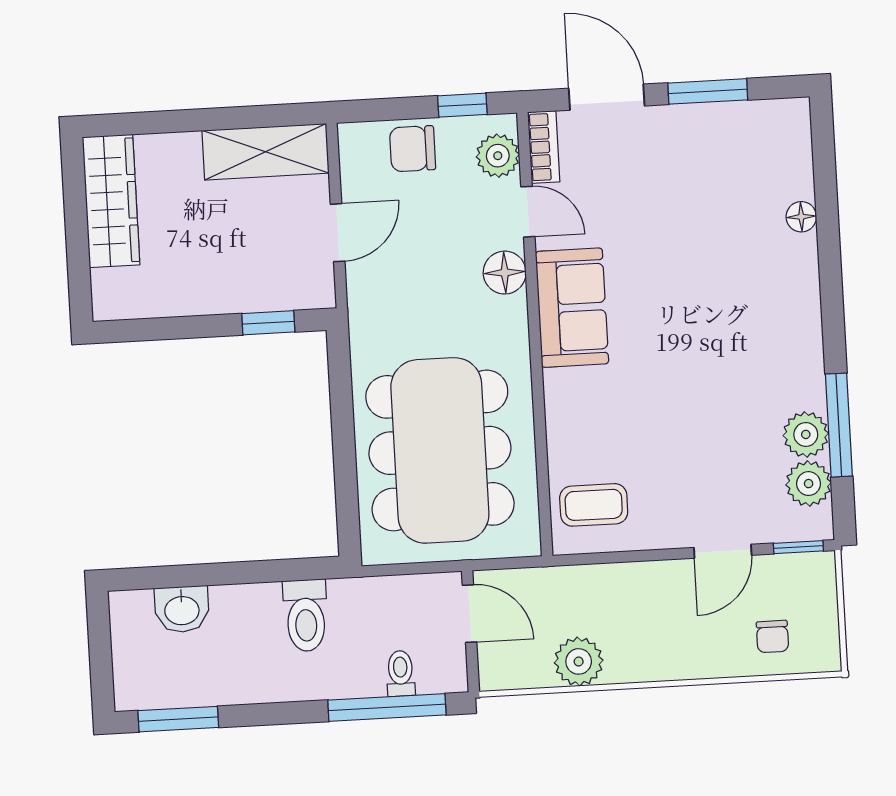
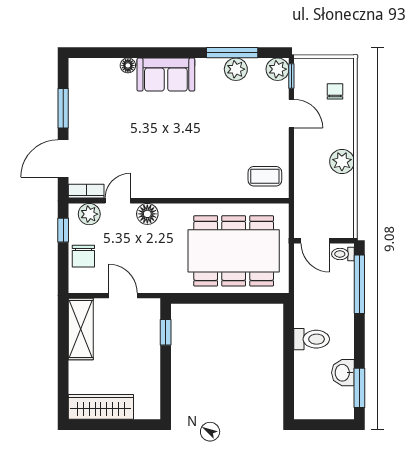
sofa: (572, 308) -> (166, 75), moved, turned 180
plant: (809, 484) -> (278, 69), moved
coffee table: (594, 505) -> (265, 176), turned 90
washbasin: (182, 609) -> (343, 373), moved, turned 180
door: (469, 614) -> (315, 241), swing flipped
toilet: (306, 615) -> (312, 339), moved
chair: (772, 636) -> (335, 91), turned -90
plant: (579, 661) -> (342, 161), moved
toilet: (401, 673) -> (343, 254), moved

